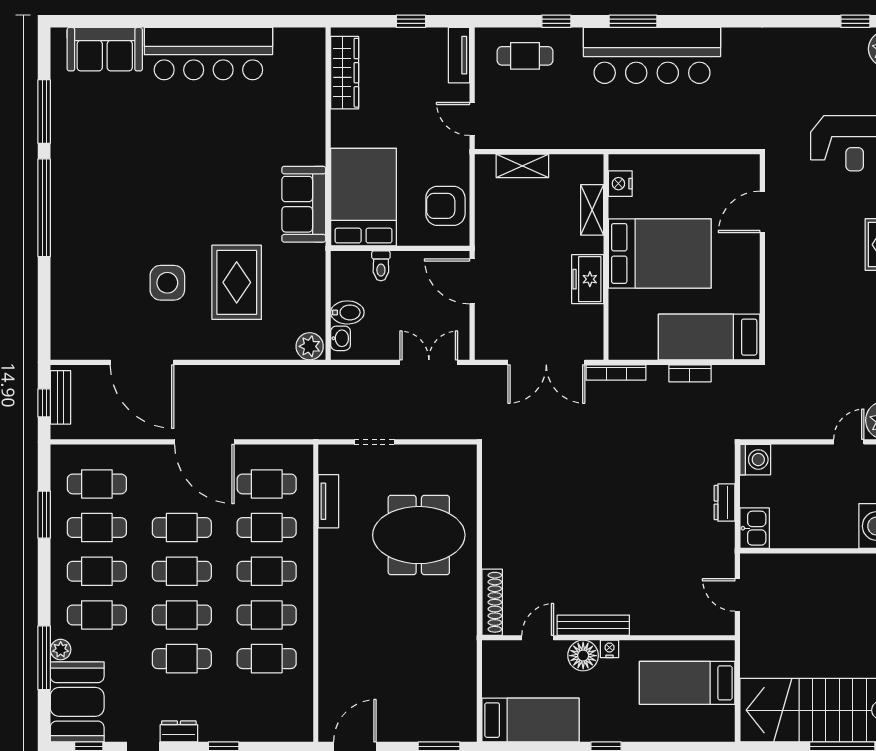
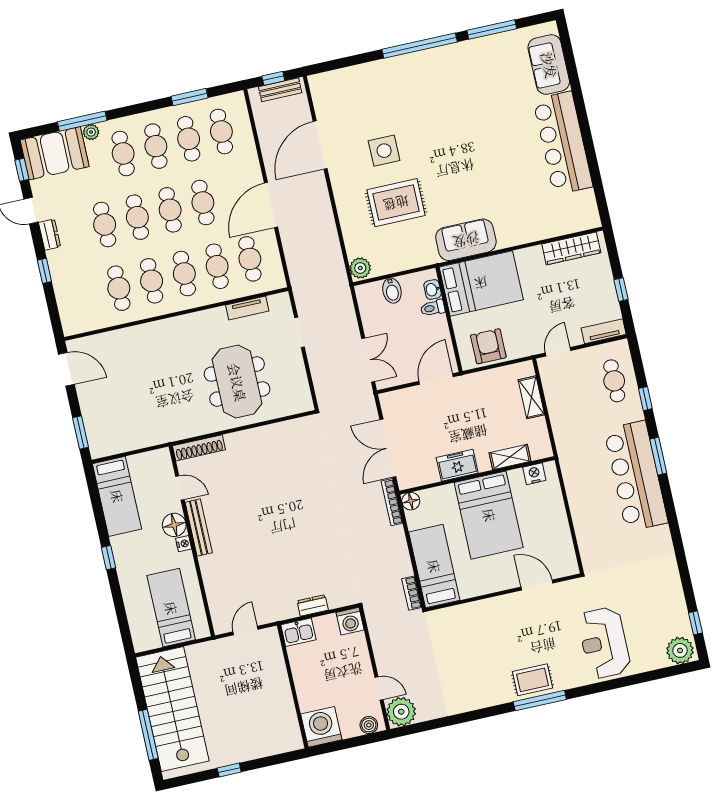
washbasin: (341, 338) -> (433, 290), moved, turned 90
floor lamp: (620, 348) -> (411, 501), added
bookcase: (690, 373) -> (412, 593), moved

